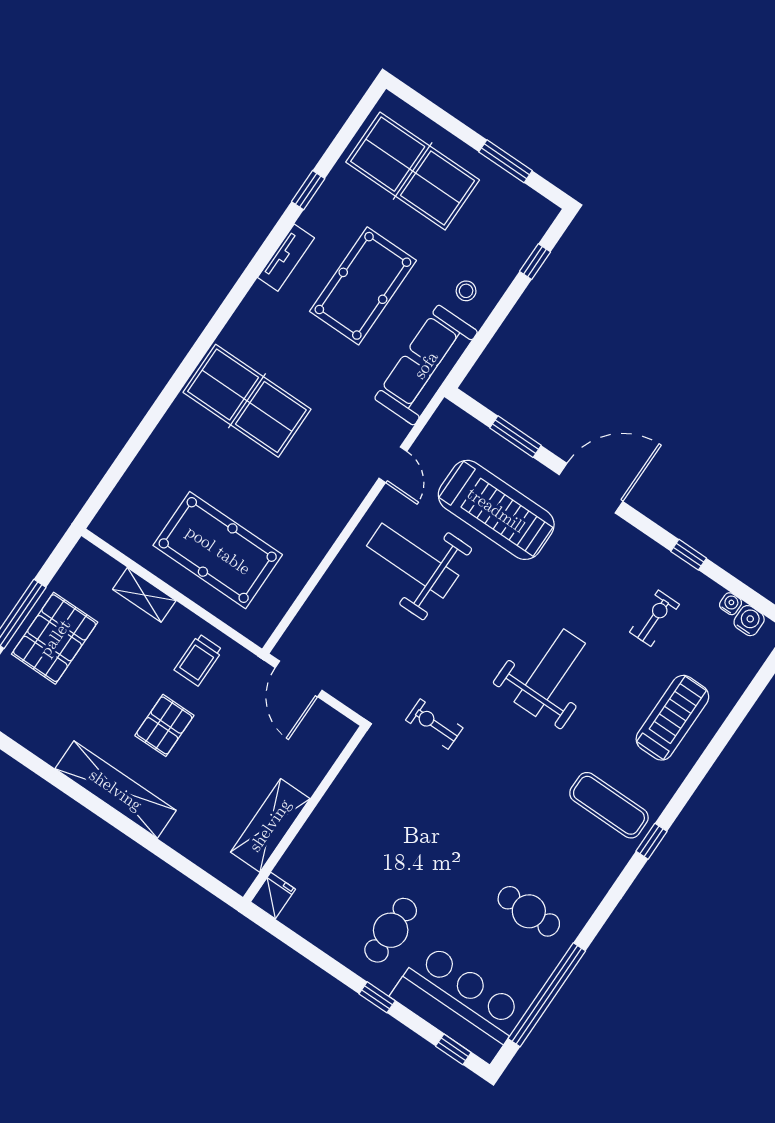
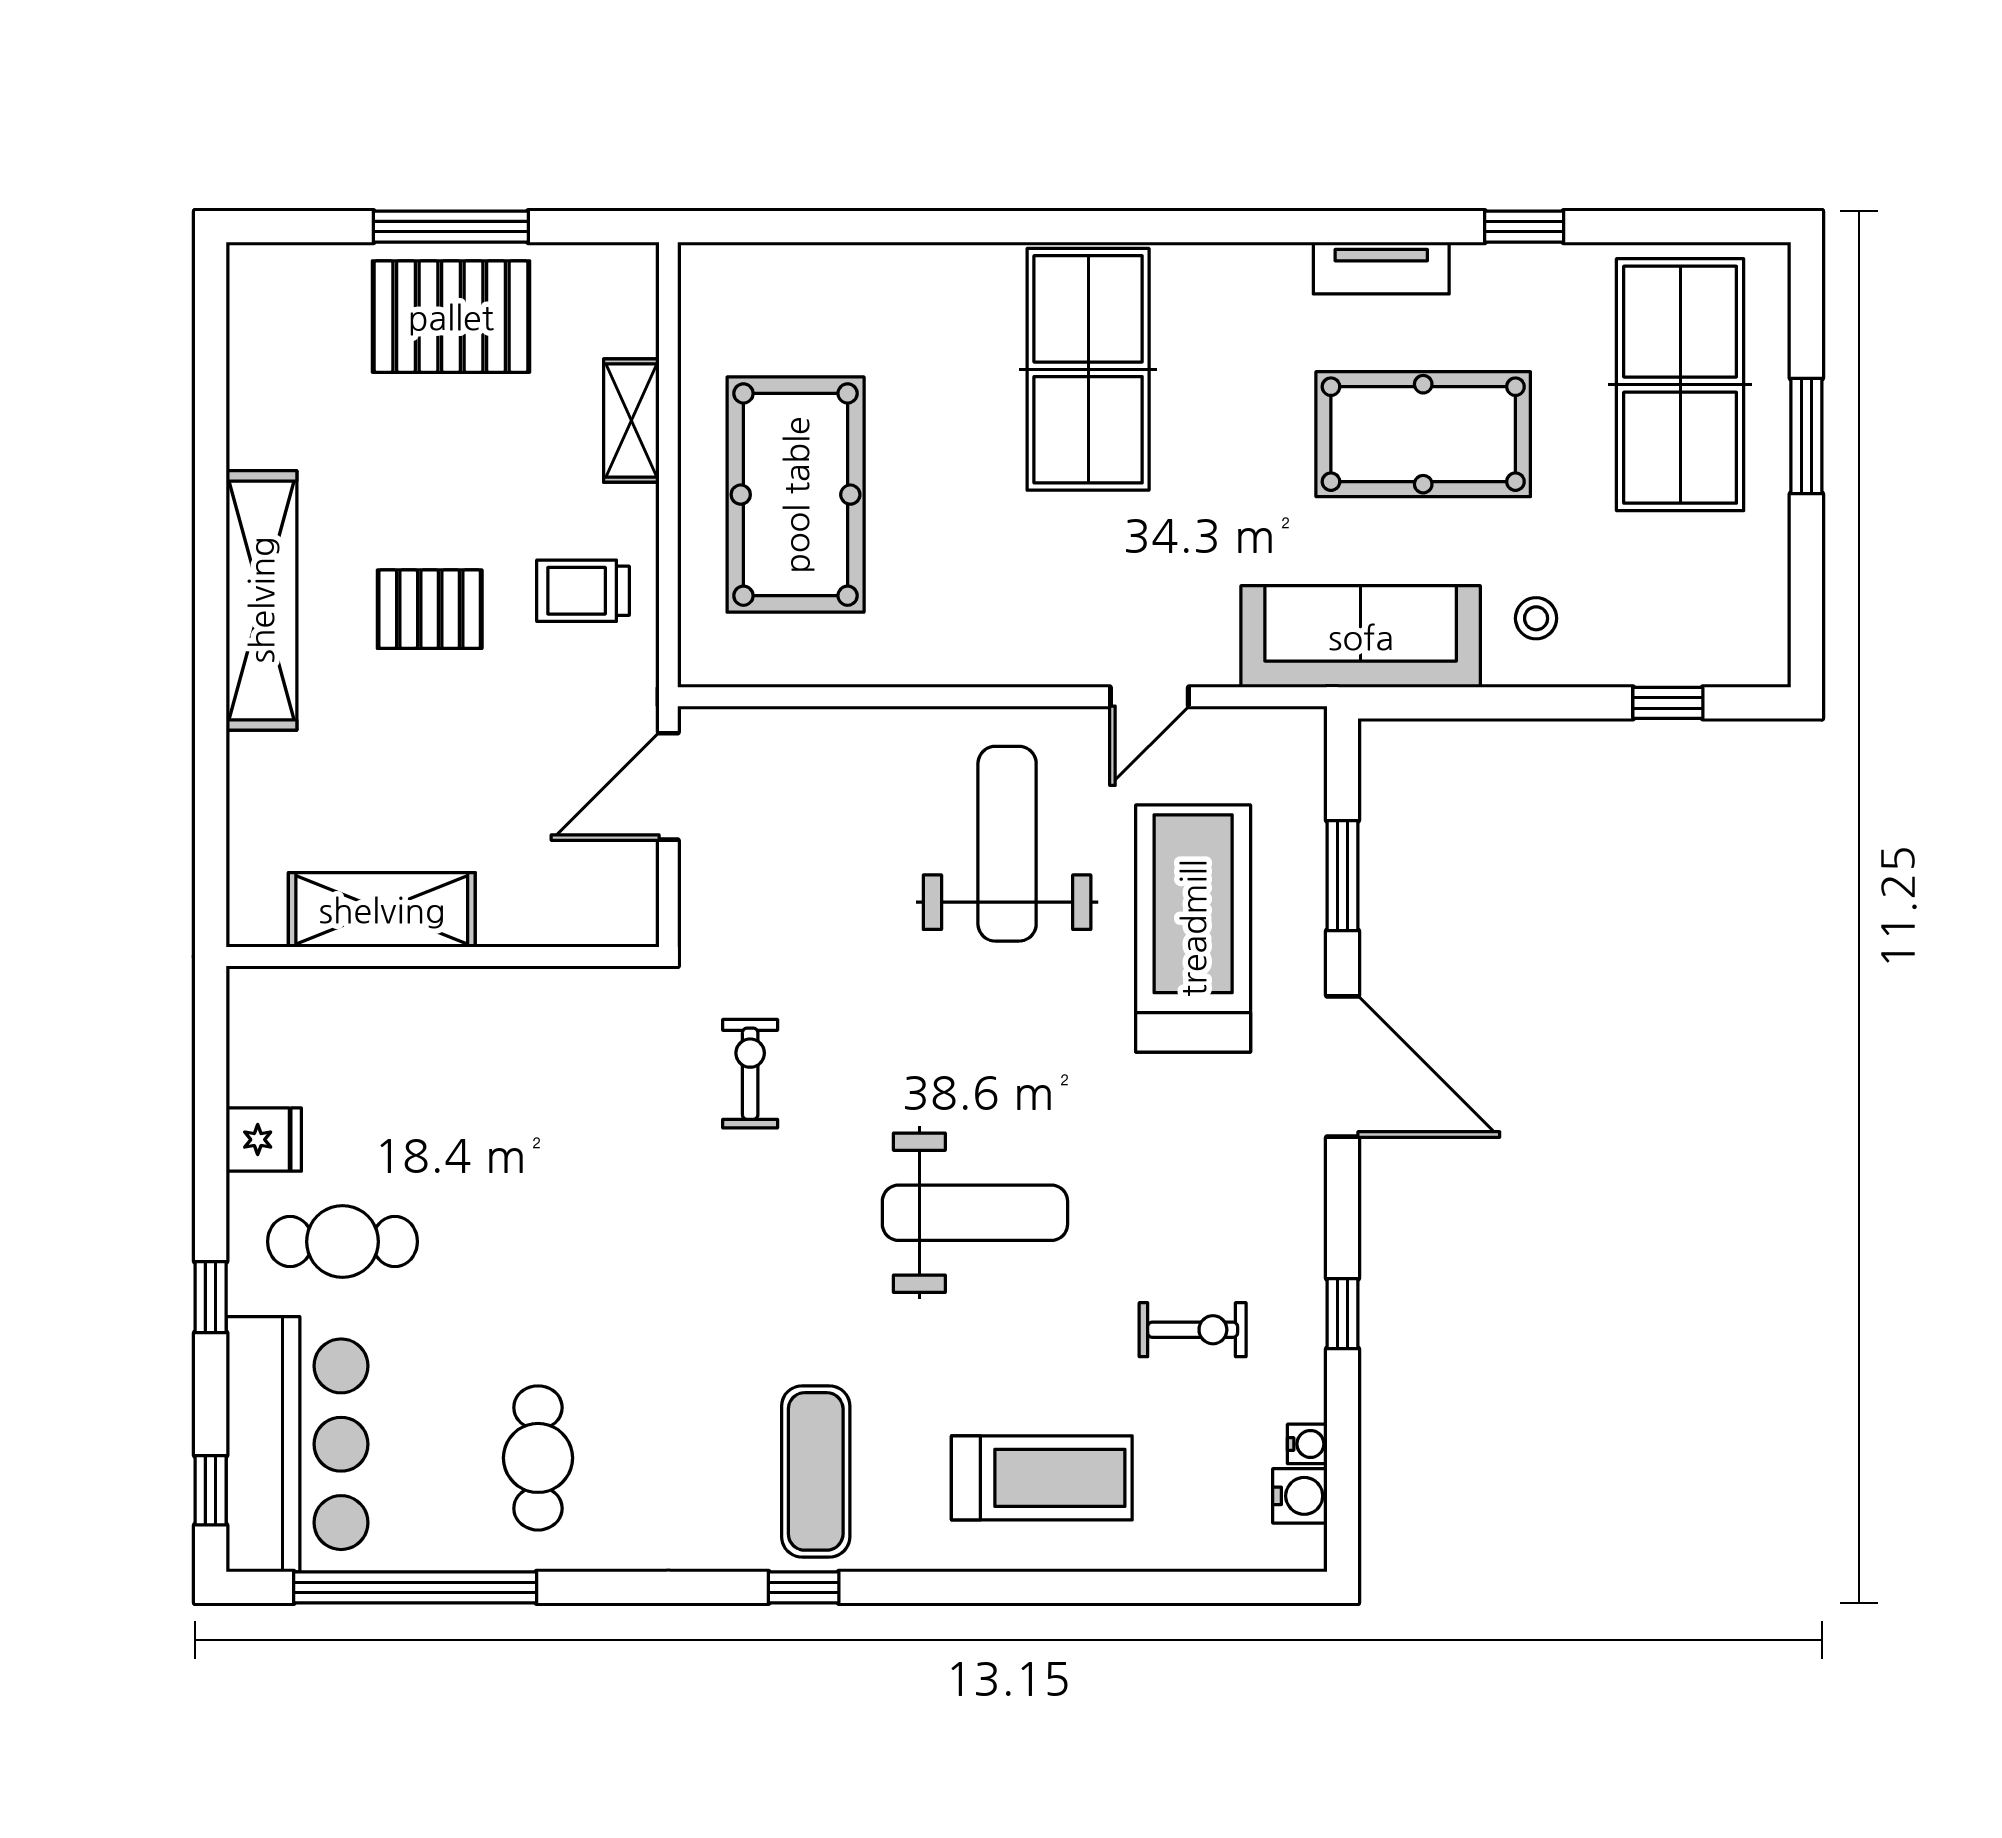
window: (505, 161) -> (1806, 436), moved
treadmill: (496, 510) -> (1193, 928), turned 180
fridge: (273, 896) -> (264, 1140), moved

